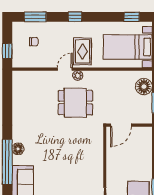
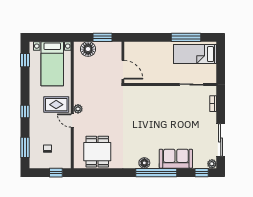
dining table: (75, 103) -> (97, 152), moved

